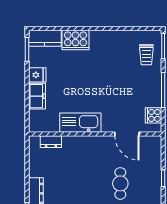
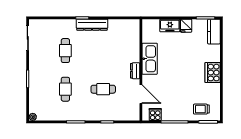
cooker: (76, 40) -> (213, 73), moved
door: (127, 134) -> (141, 94), swing flipped
dresser: (51, 142) -> (135, 71), moved

